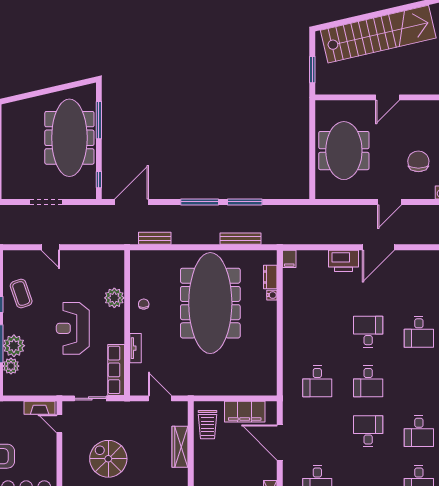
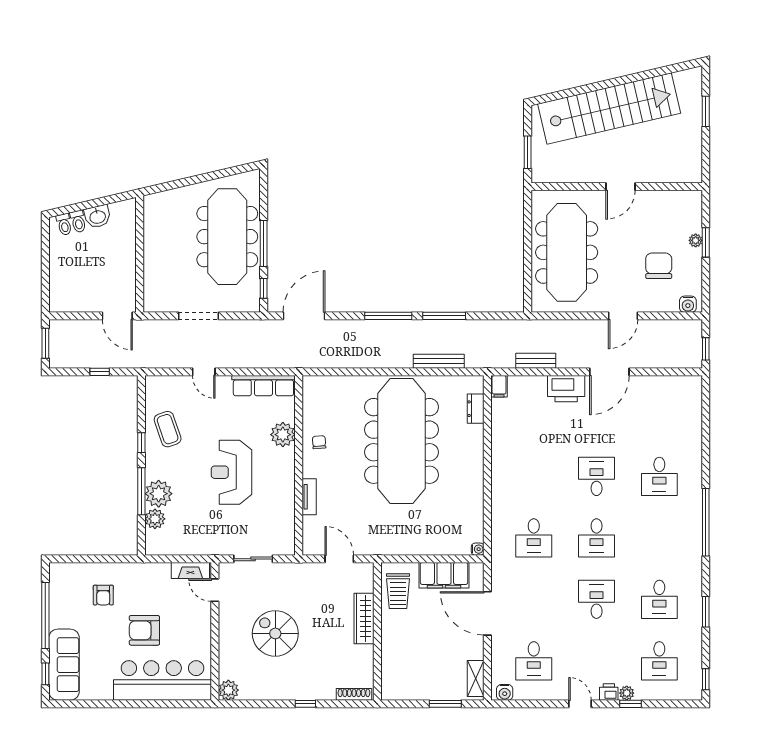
window: (99, 120) -> (264, 244), moved
meeting table: (344, 151) -> (567, 252), width x1.36
bench: (155, 238) -> (536, 361), moved
water cooler: (272, 295) -> (478, 549), moved
row of seats: (116, 370) -> (263, 386), moved, turned -90

